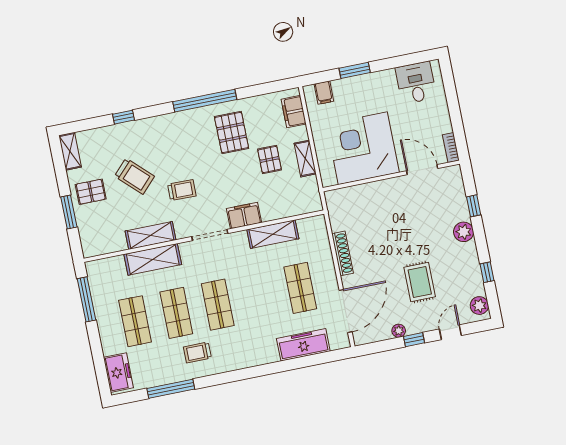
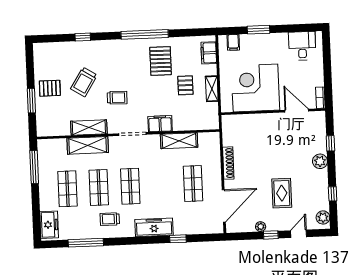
shelving: (70, 151) -> (39, 56), removed
trolley: (134, 176) -> (84, 82), turned 78
freezer: (303, 345) -> (154, 227), moved
window: (292, 364) -> (178, 239), added

